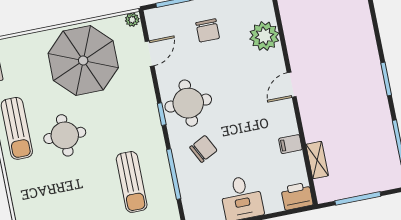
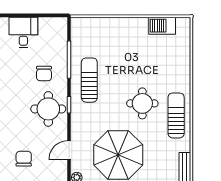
chair: (203, 149) -> (44, 74), turned -63
sun lounger: (132, 182) -> (89, 80), moved

